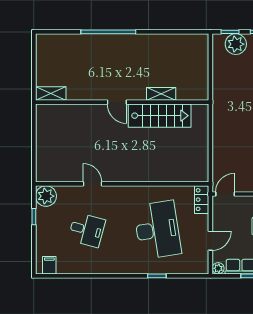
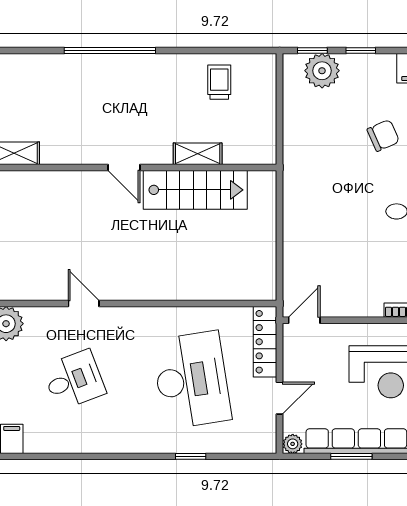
trolley: (174, 51) -> (219, 82), added
locker: (202, 200) -> (265, 342), width x1.53
desk: (87, 230) -> (74, 380), turned -36

